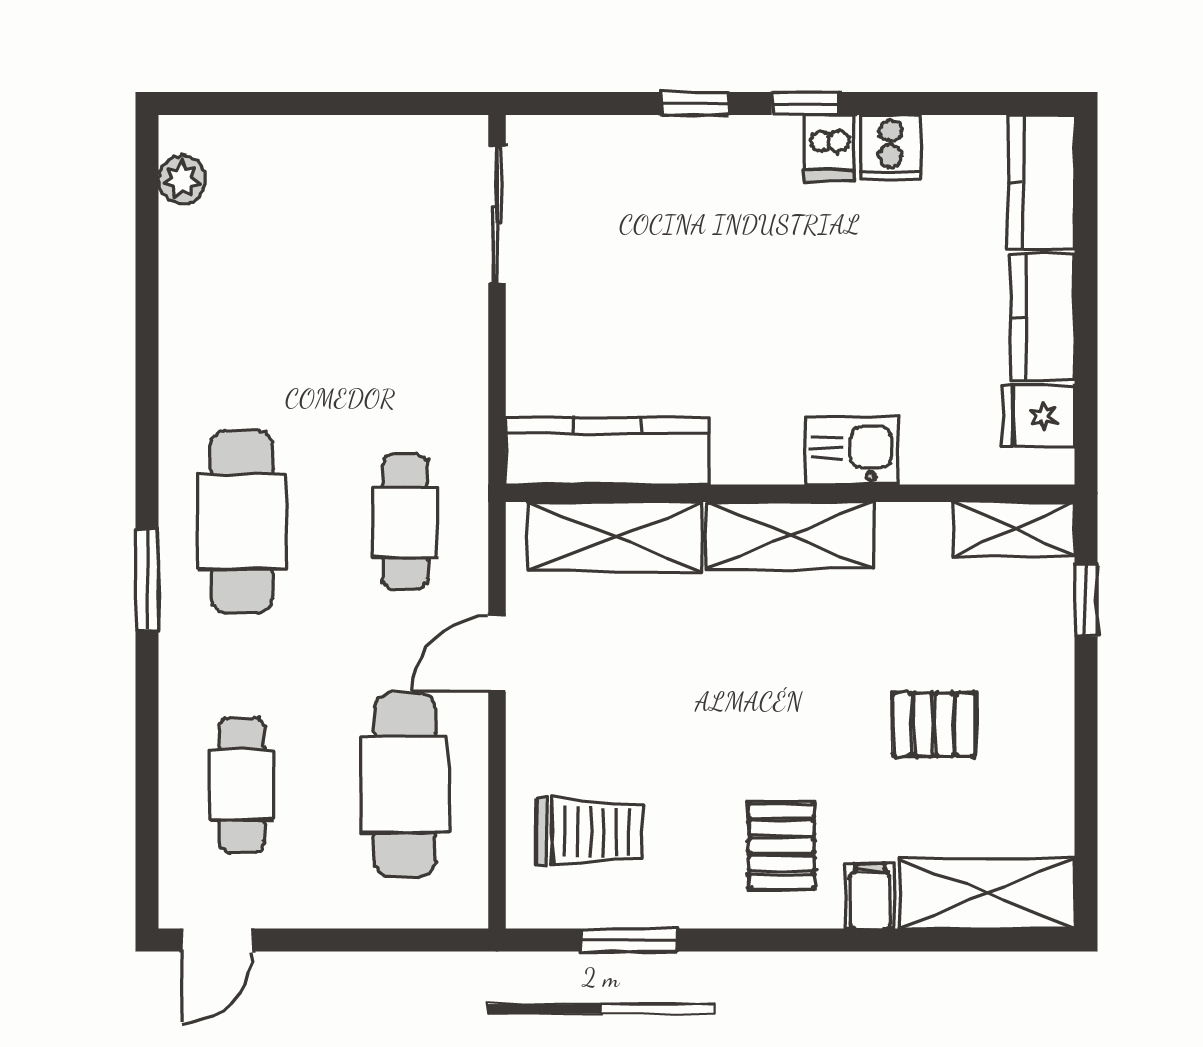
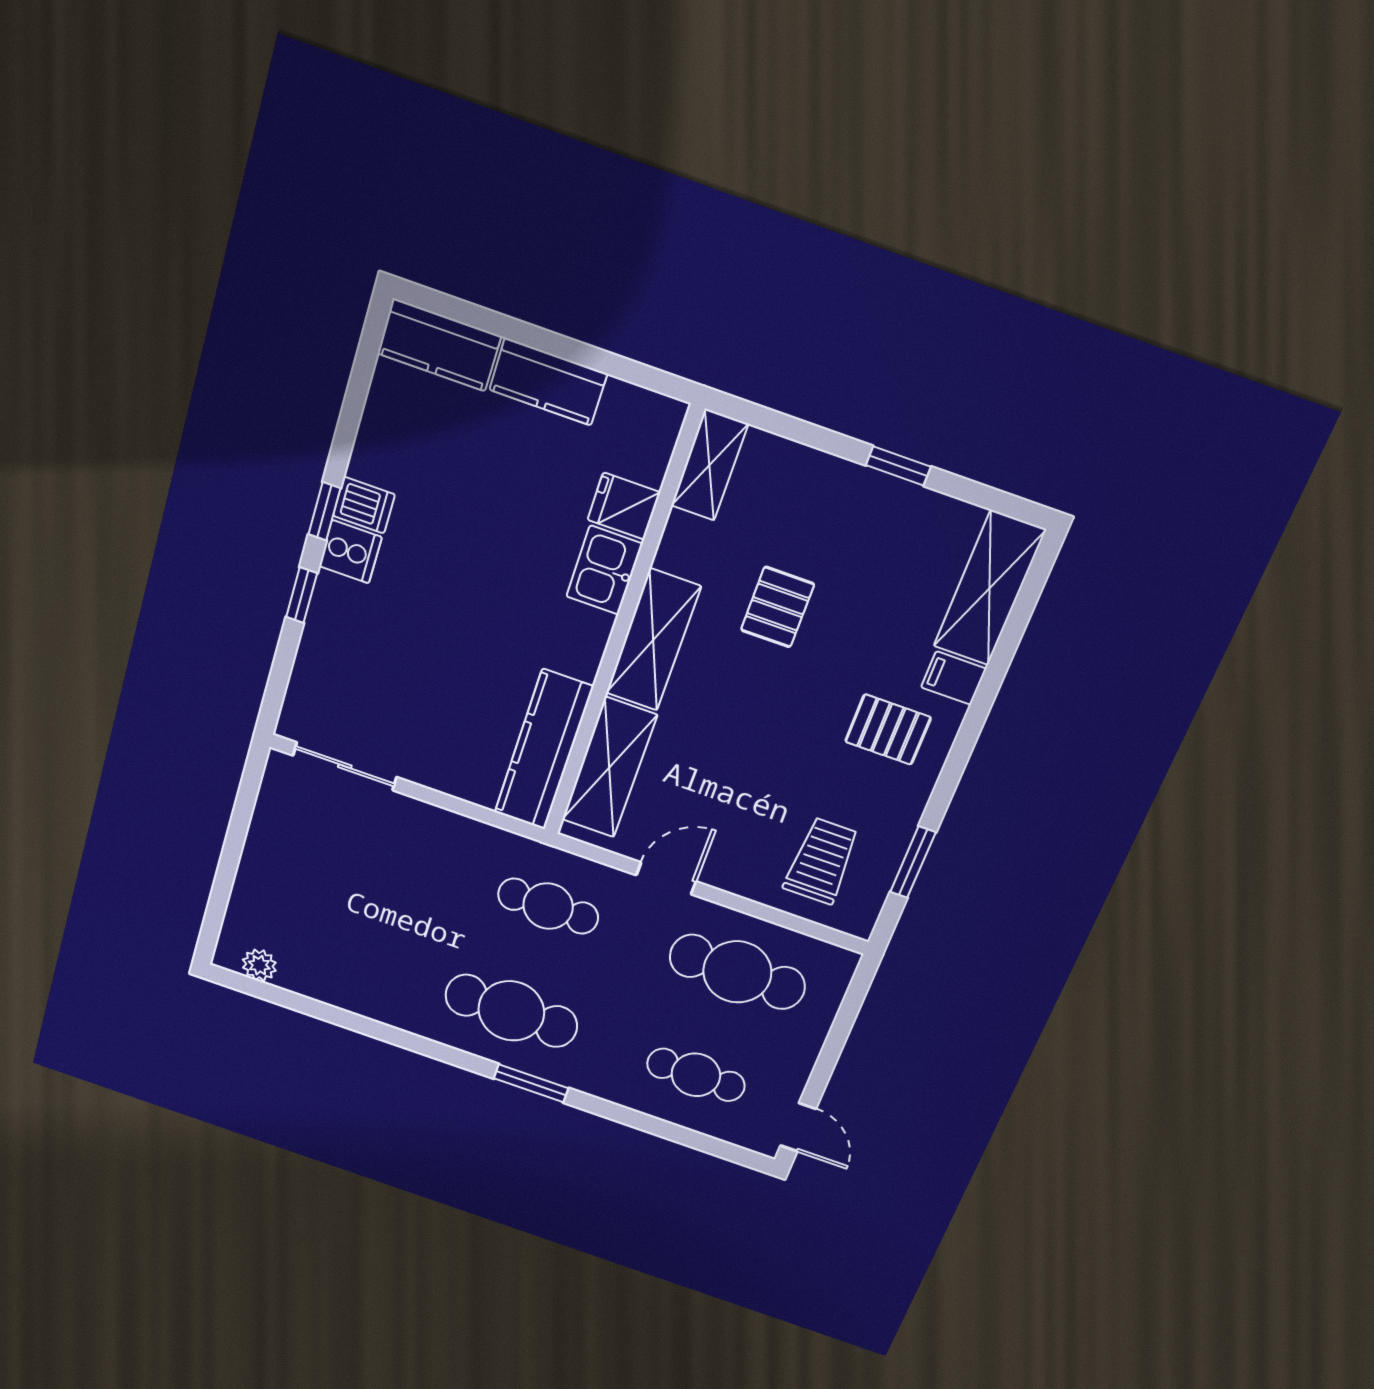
cooker: (890, 147) -> (350, 552), moved
fridge: (1038, 416) -> (624, 506), moved, turned 90
window: (1086, 600) -> (898, 466), moved
door: (497, 654) -> (666, 878), swing flipped
pallet: (934, 724) -> (777, 607), moved

